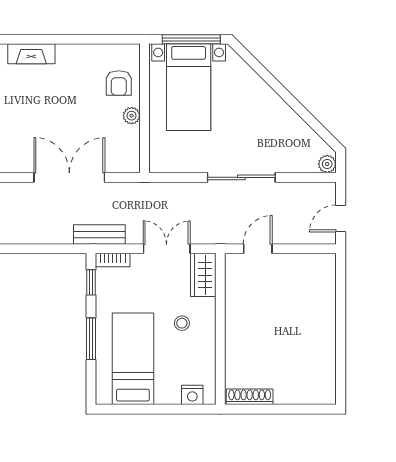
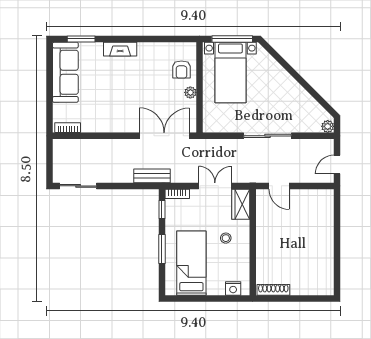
double door: (69, 177) -> (164, 136), moved
bench: (99, 234) -> (152, 176), moved
door: (258, 249) -> (279, 186), swing flipped

